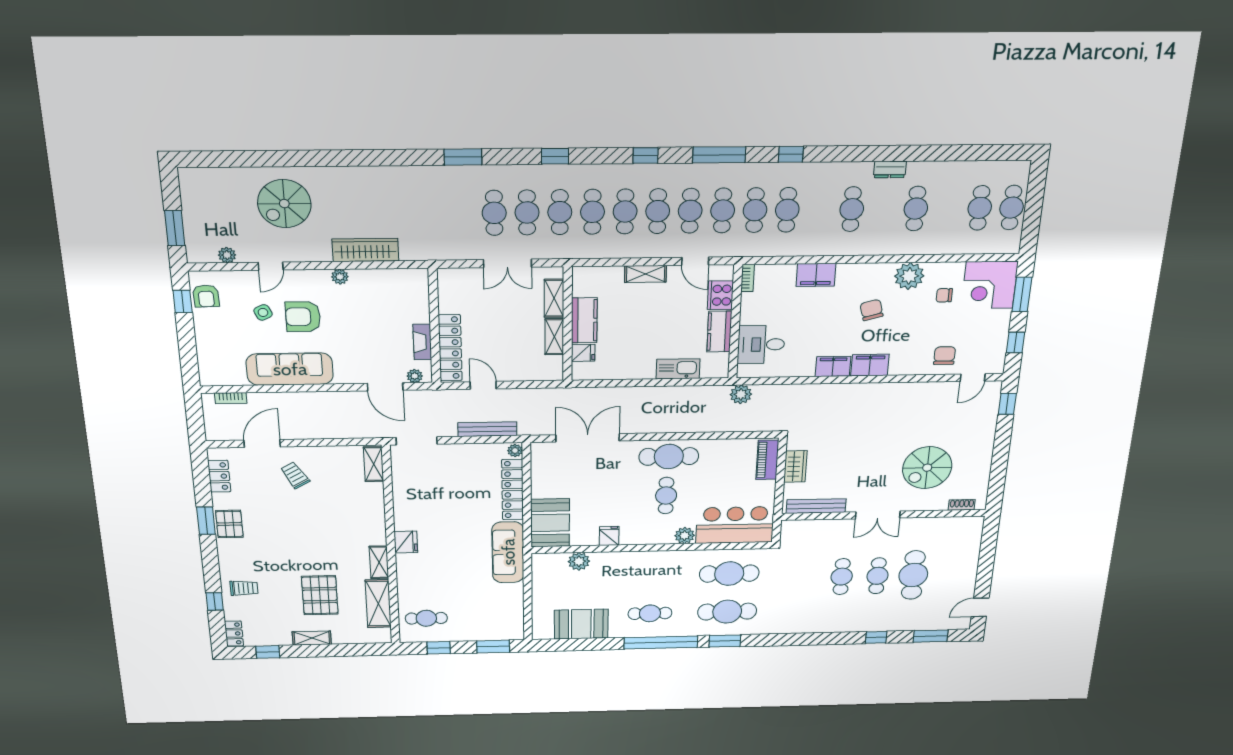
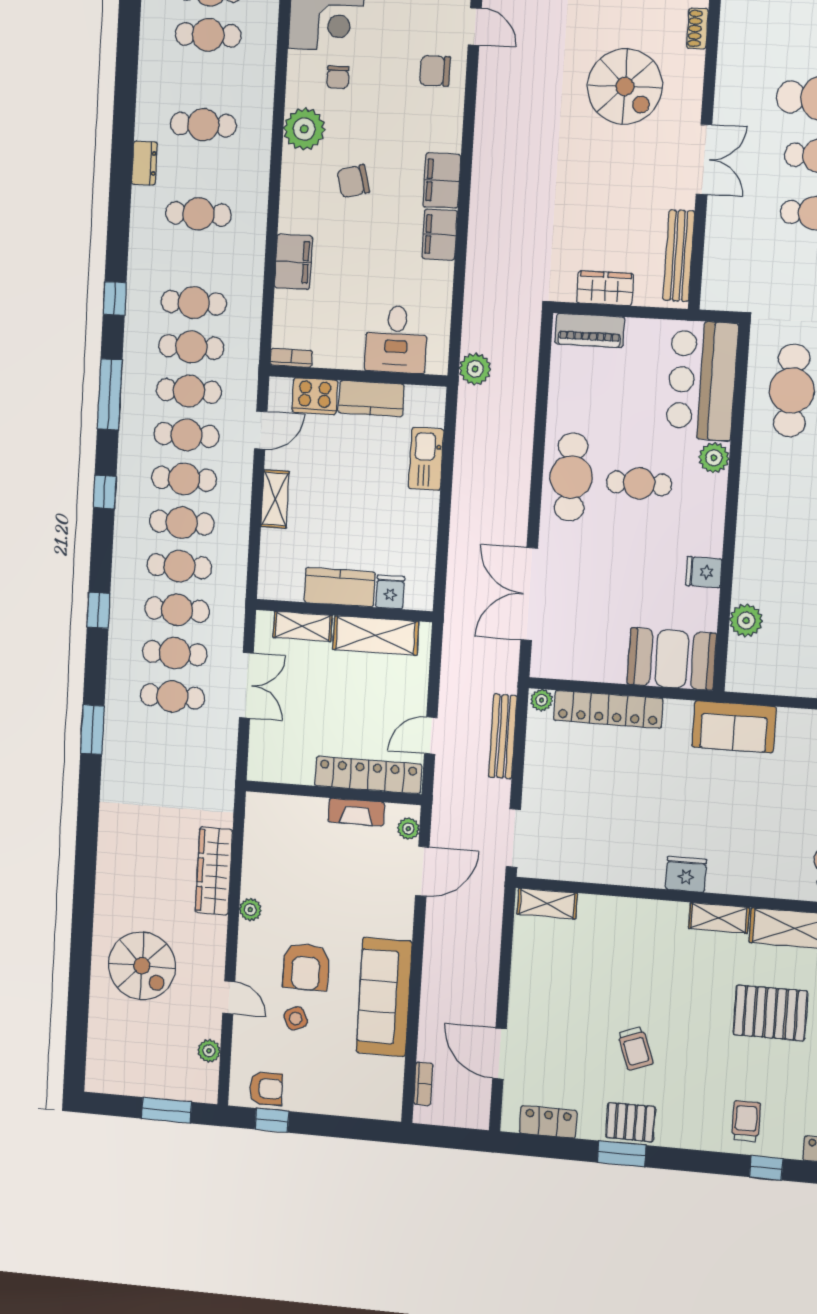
shelving: (554, 337) -> (376, 636), width x1.50, depth x1.33
trolley: (295, 475) -> (635, 1048), moved, turned -80
sofa: (508, 552) -> (734, 727), width x0.73

